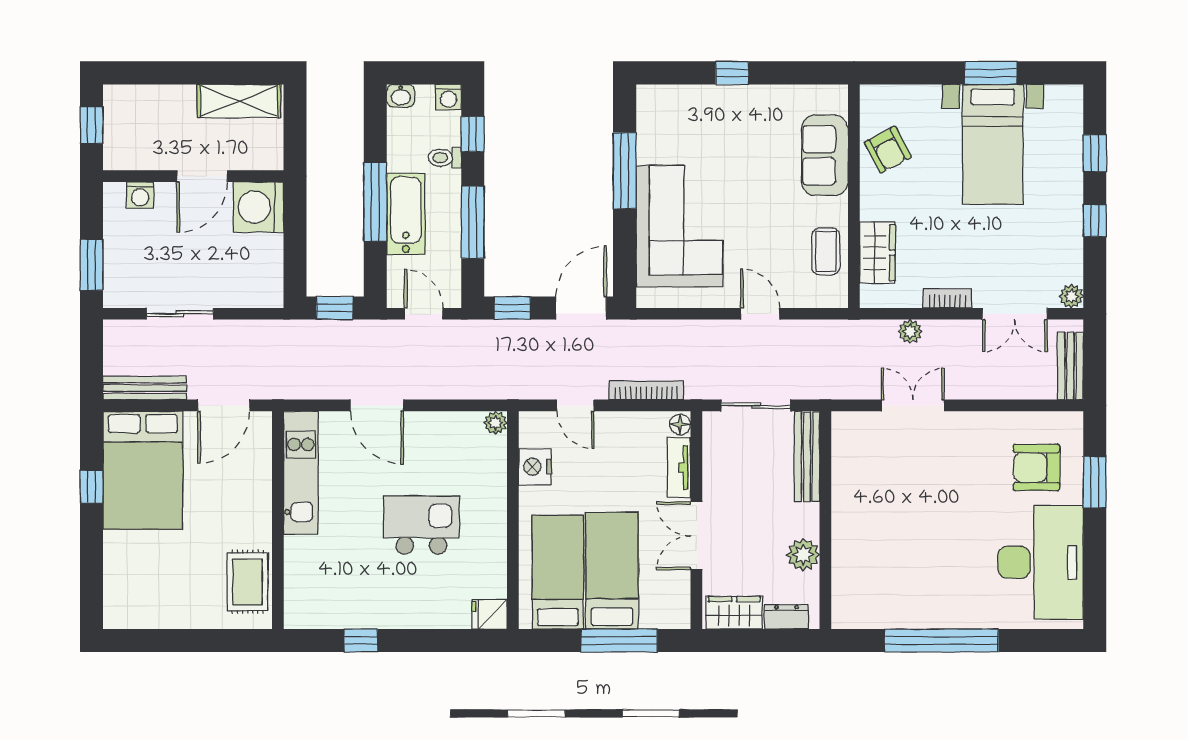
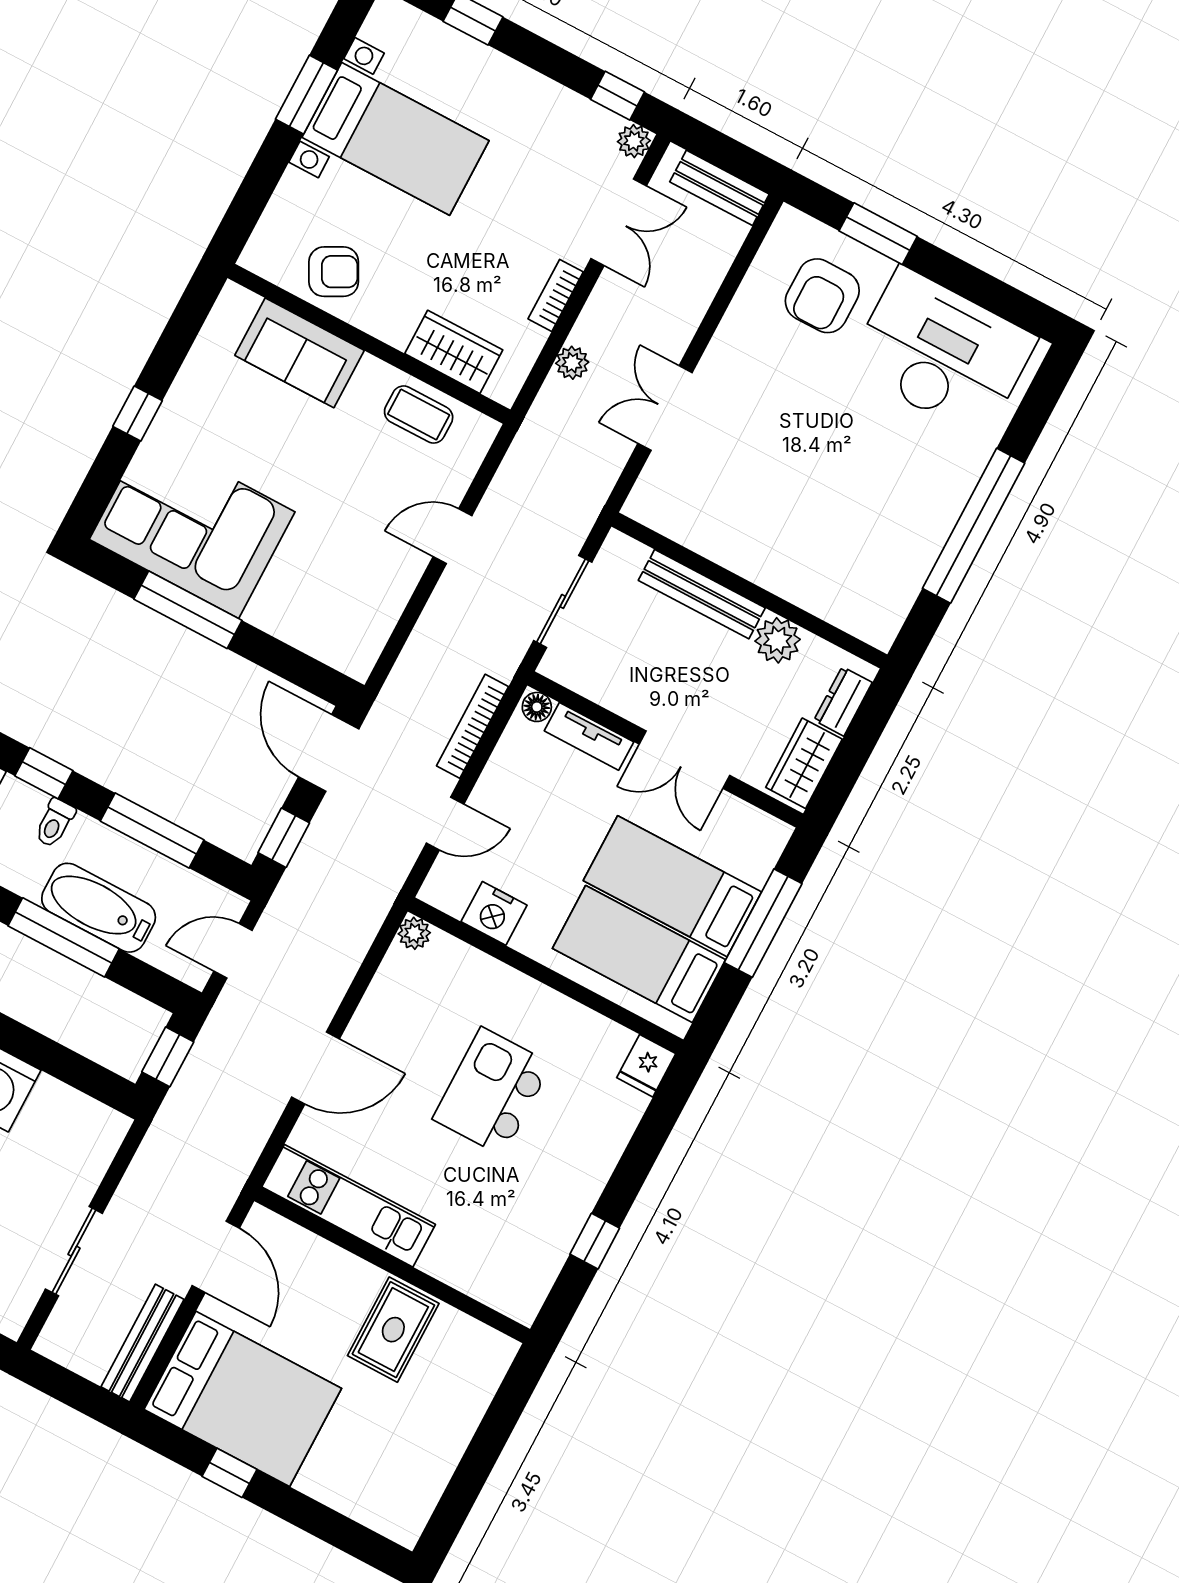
window: (1095, 220) -> (617, 96), moved
corner sofa: (679, 226) -> (192, 526), moved
bench: (807, 457) -> (702, 594), moved
rug: (248, 582) -> (393, 1330), moved, turned 90

